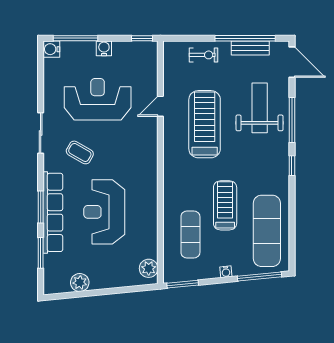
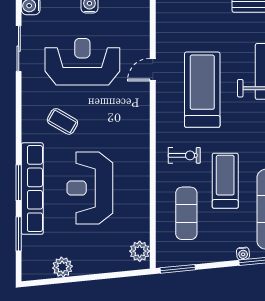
exercise bike: (204, 55) -> (184, 155), moved
sliding door: (41, 133) -> (19, 49), moved
water cooler: (226, 272) -> (243, 253), moved

